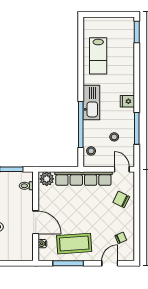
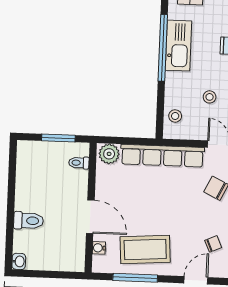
window: (81, 124) -> (163, 48), moved

